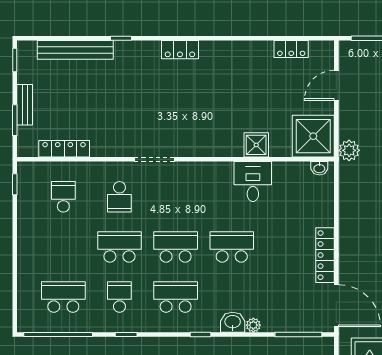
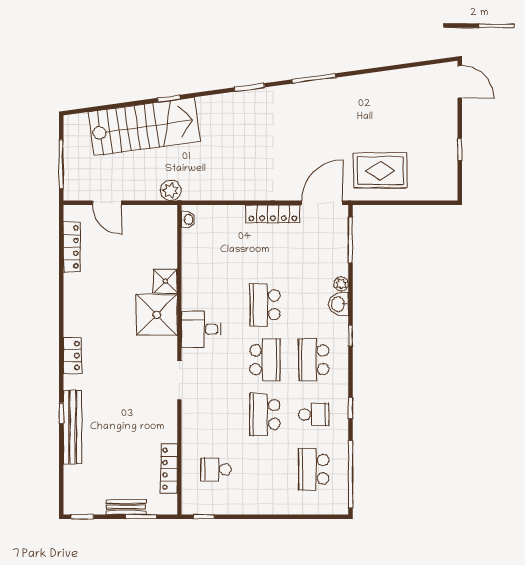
locker: (291, 49) -> (72, 247), width x1.53
bench: (75, 50) -> (73, 427), moved
shower: (313, 136) -> (157, 315), moved
desk: (253, 182) -> (201, 329), moved
school desk: (119, 197) -> (216, 415), removed
school desk: (176, 247) -> (265, 360), turned 180
school desk: (119, 297) -> (314, 415), turned 180

